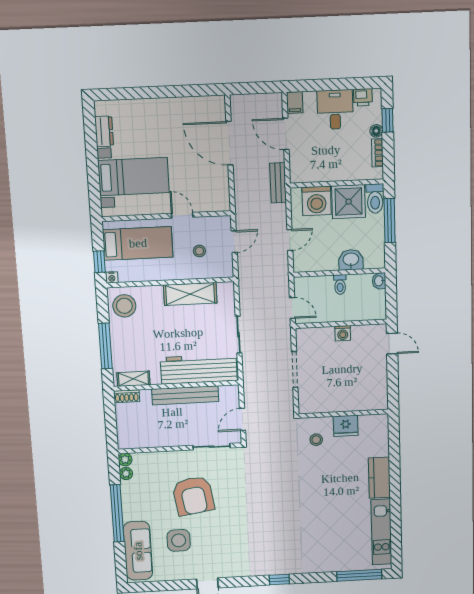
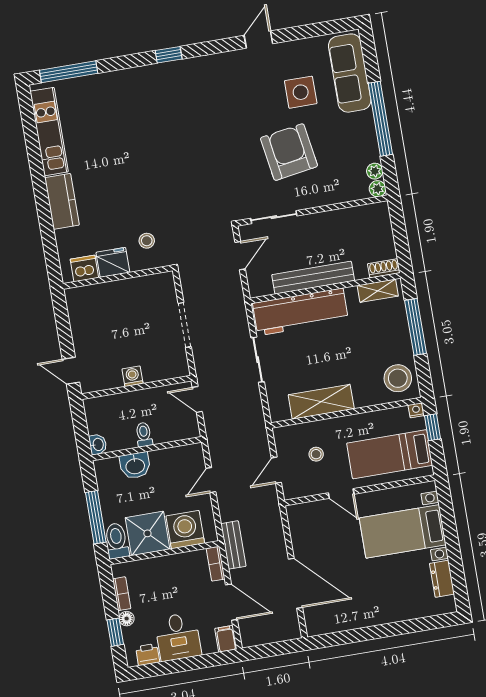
bookcase: (295, 169) -> (216, 564), added
dishwasher: (369, 424) -> (84, 268), added

